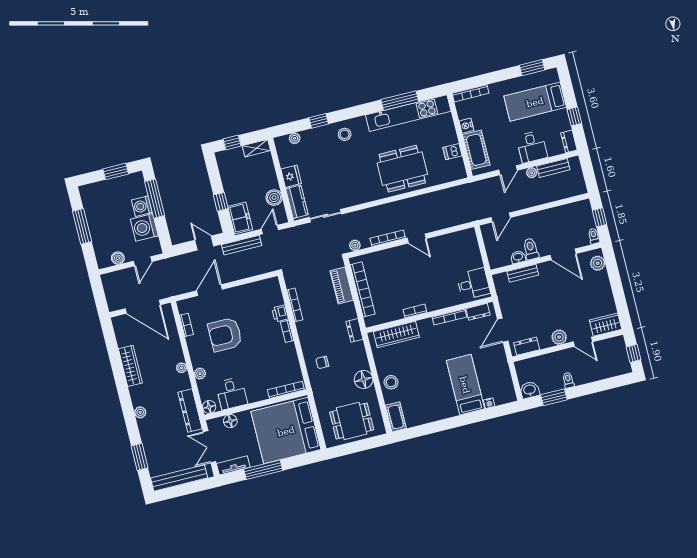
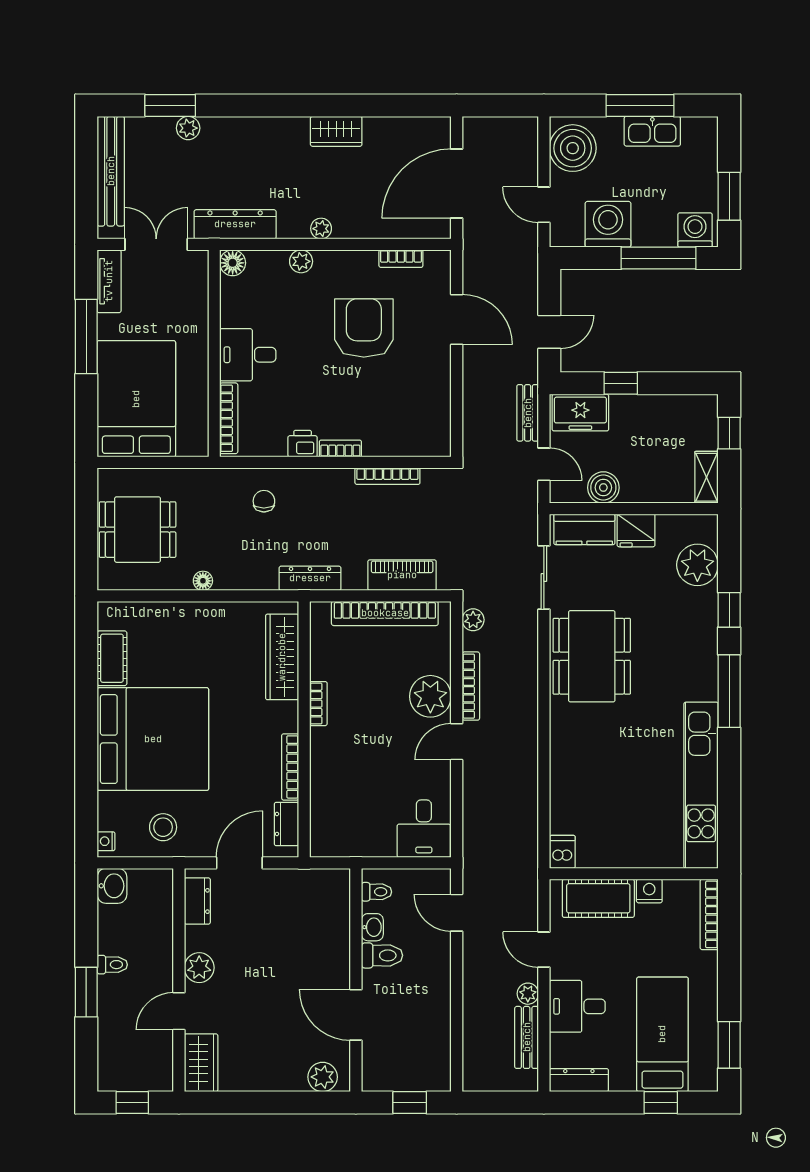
window: (400, 101) -> (729, 691), moved
window: (574, 116) -> (661, 1103), moved
stool: (345, 134) -> (691, 653), removed
plant: (295, 138) -> (697, 565), width x1.87, depth x1.87
dresser: (569, 141) -> (579, 1080), width x1.44
dishwasher: (452, 152) -> (562, 852), moved
dining table: (402, 169) -> (592, 656), moved
washing machine: (142, 206) -> (695, 230), moved
kitchen sink: (93, 217) -> (652, 131), added
toilet: (594, 236) -> (376, 892), moved
bench: (242, 245) -> (528, 413), width x0.73
door: (563, 254) -> (356, 1015), hinge flipped
plant: (398, 257) -> (430, 696), added
boiler: (118, 258) -> (573, 148), width x1.86, depth x1.86
bench: (523, 273) -> (339, 929), removed
desk: (473, 284) -> (424, 829), moved
printer: (280, 313) -> (303, 444), moved
dresser: (354, 330) -> (310, 578), width x1.44
door: (503, 330) -> (239, 863), hinge flipped
wardrobe: (130, 366) -> (336, 131), width x0.67
floor lamp: (364, 379) -> (203, 581), width x0.53, depth x0.53
stool: (391, 382) -> (163, 827), moved
bed: (465, 385) -> (153, 739), width x2.04
desk: (232, 393) -> (248, 355), moved
window: (554, 397) -> (86, 992), moved
nightstand: (489, 403) -> (106, 841), moved
plant: (140, 412) -> (188, 128), moved
cot: (396, 417) -> (112, 658), moved, turned 90
floor lamp: (230, 421) -> (195, 297), removed
dining table: (352, 421) -> (138, 530), turned 90
bed: (286, 431) -> (136, 399), width x0.73

